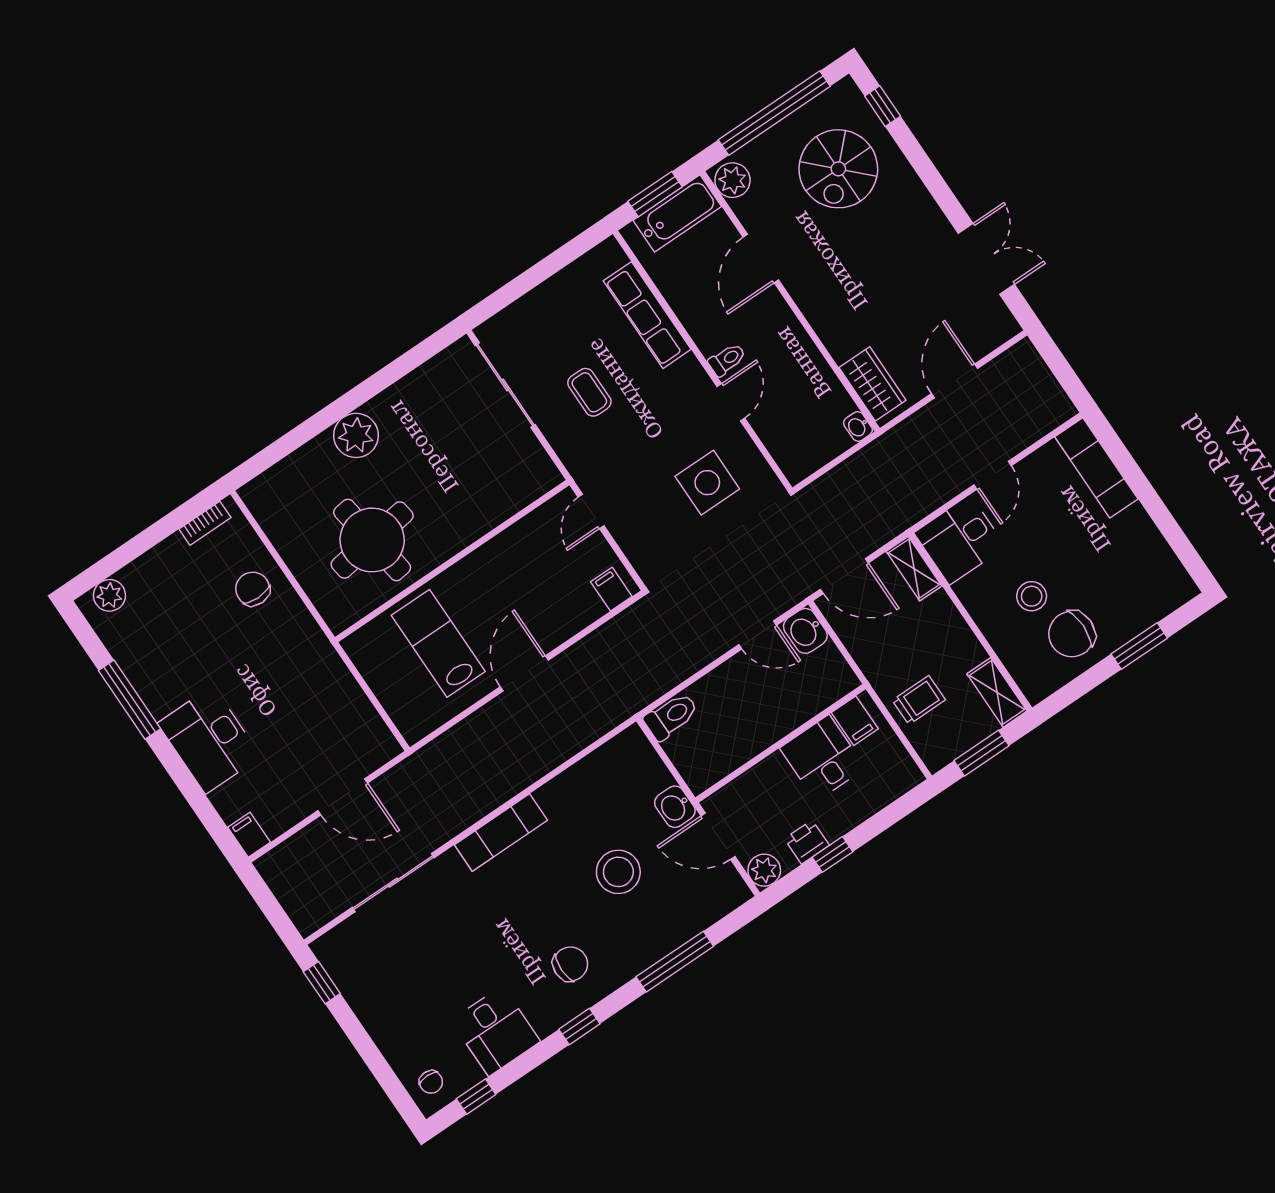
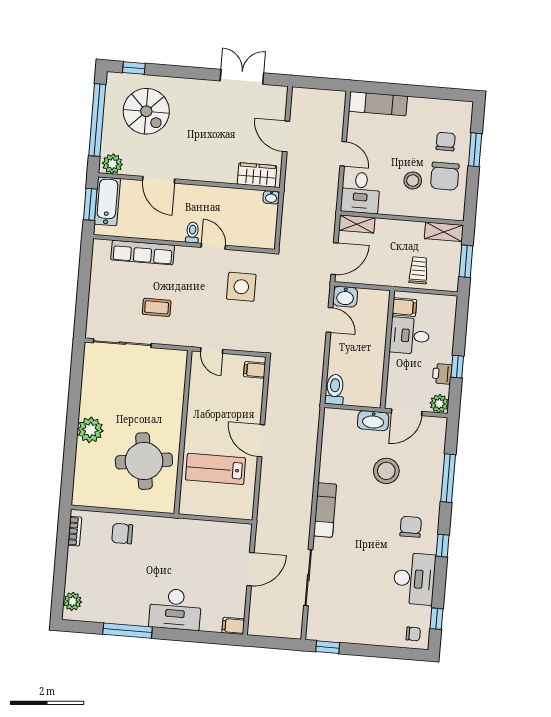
chair: (1119, 598) -> (446, 142), added
door: (758, 635) -> (329, 320), hinge flipped
washbasin: (675, 807) -> (373, 421), width x1.38
desk: (496, 1031) -> (414, 579), width x1.37

